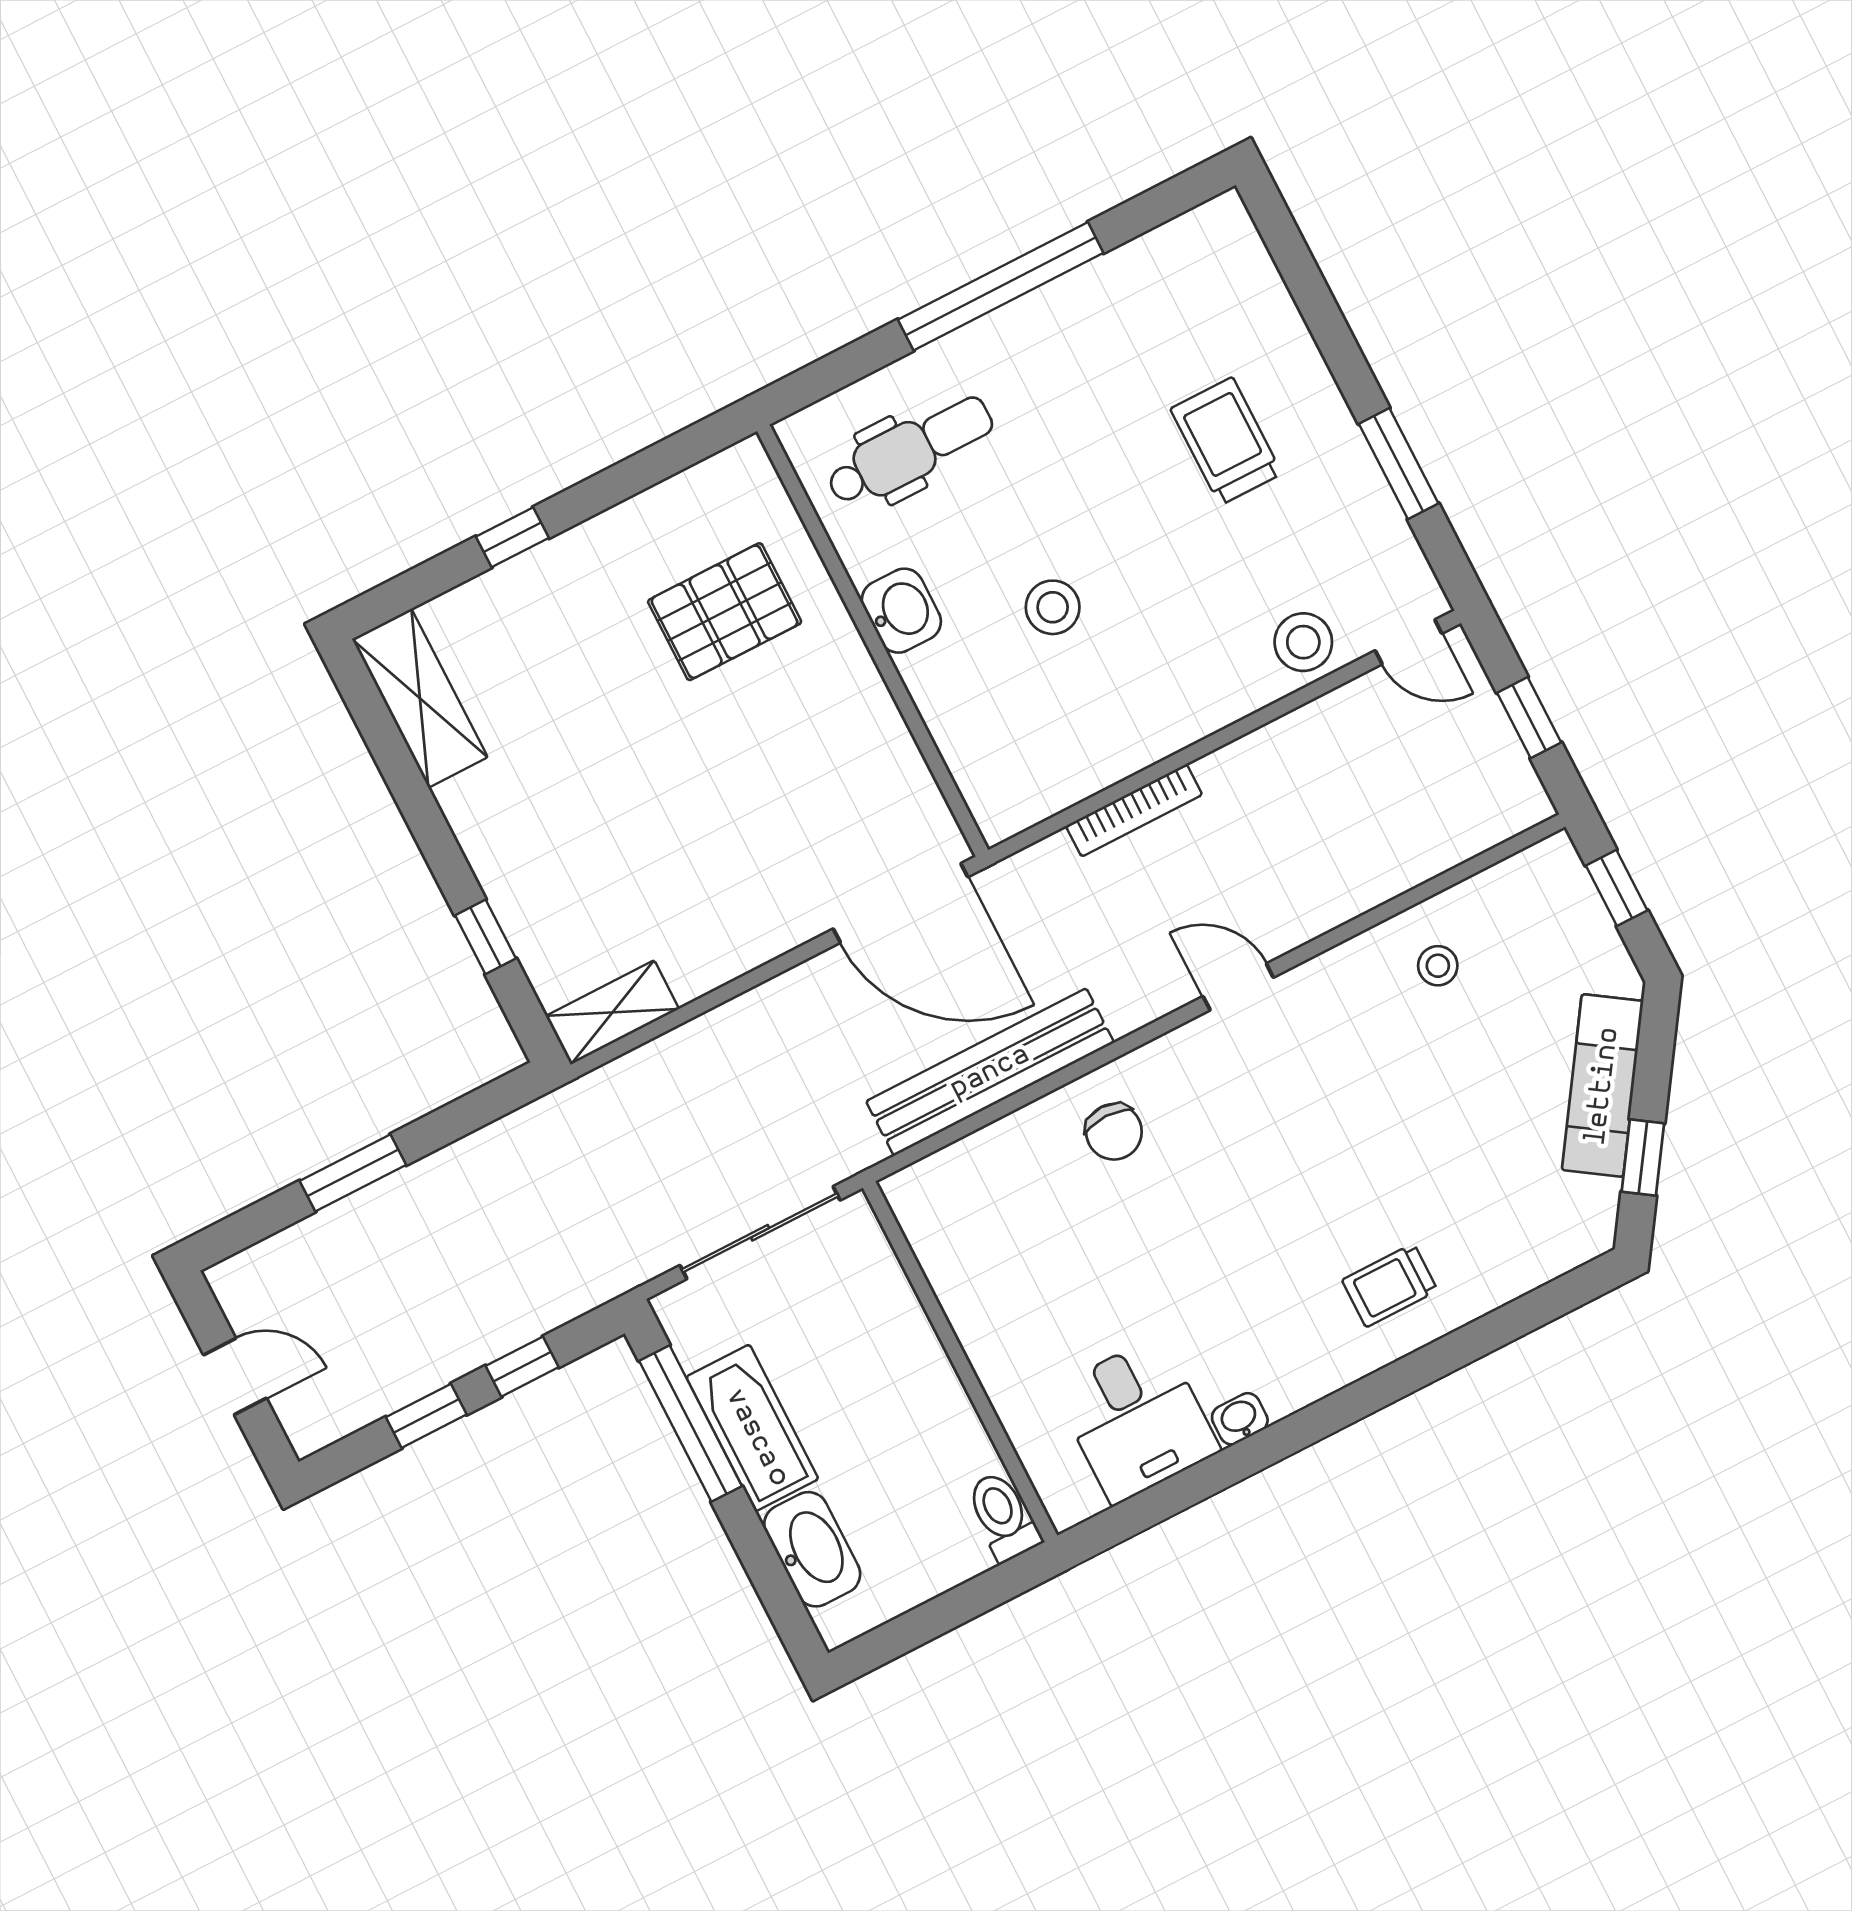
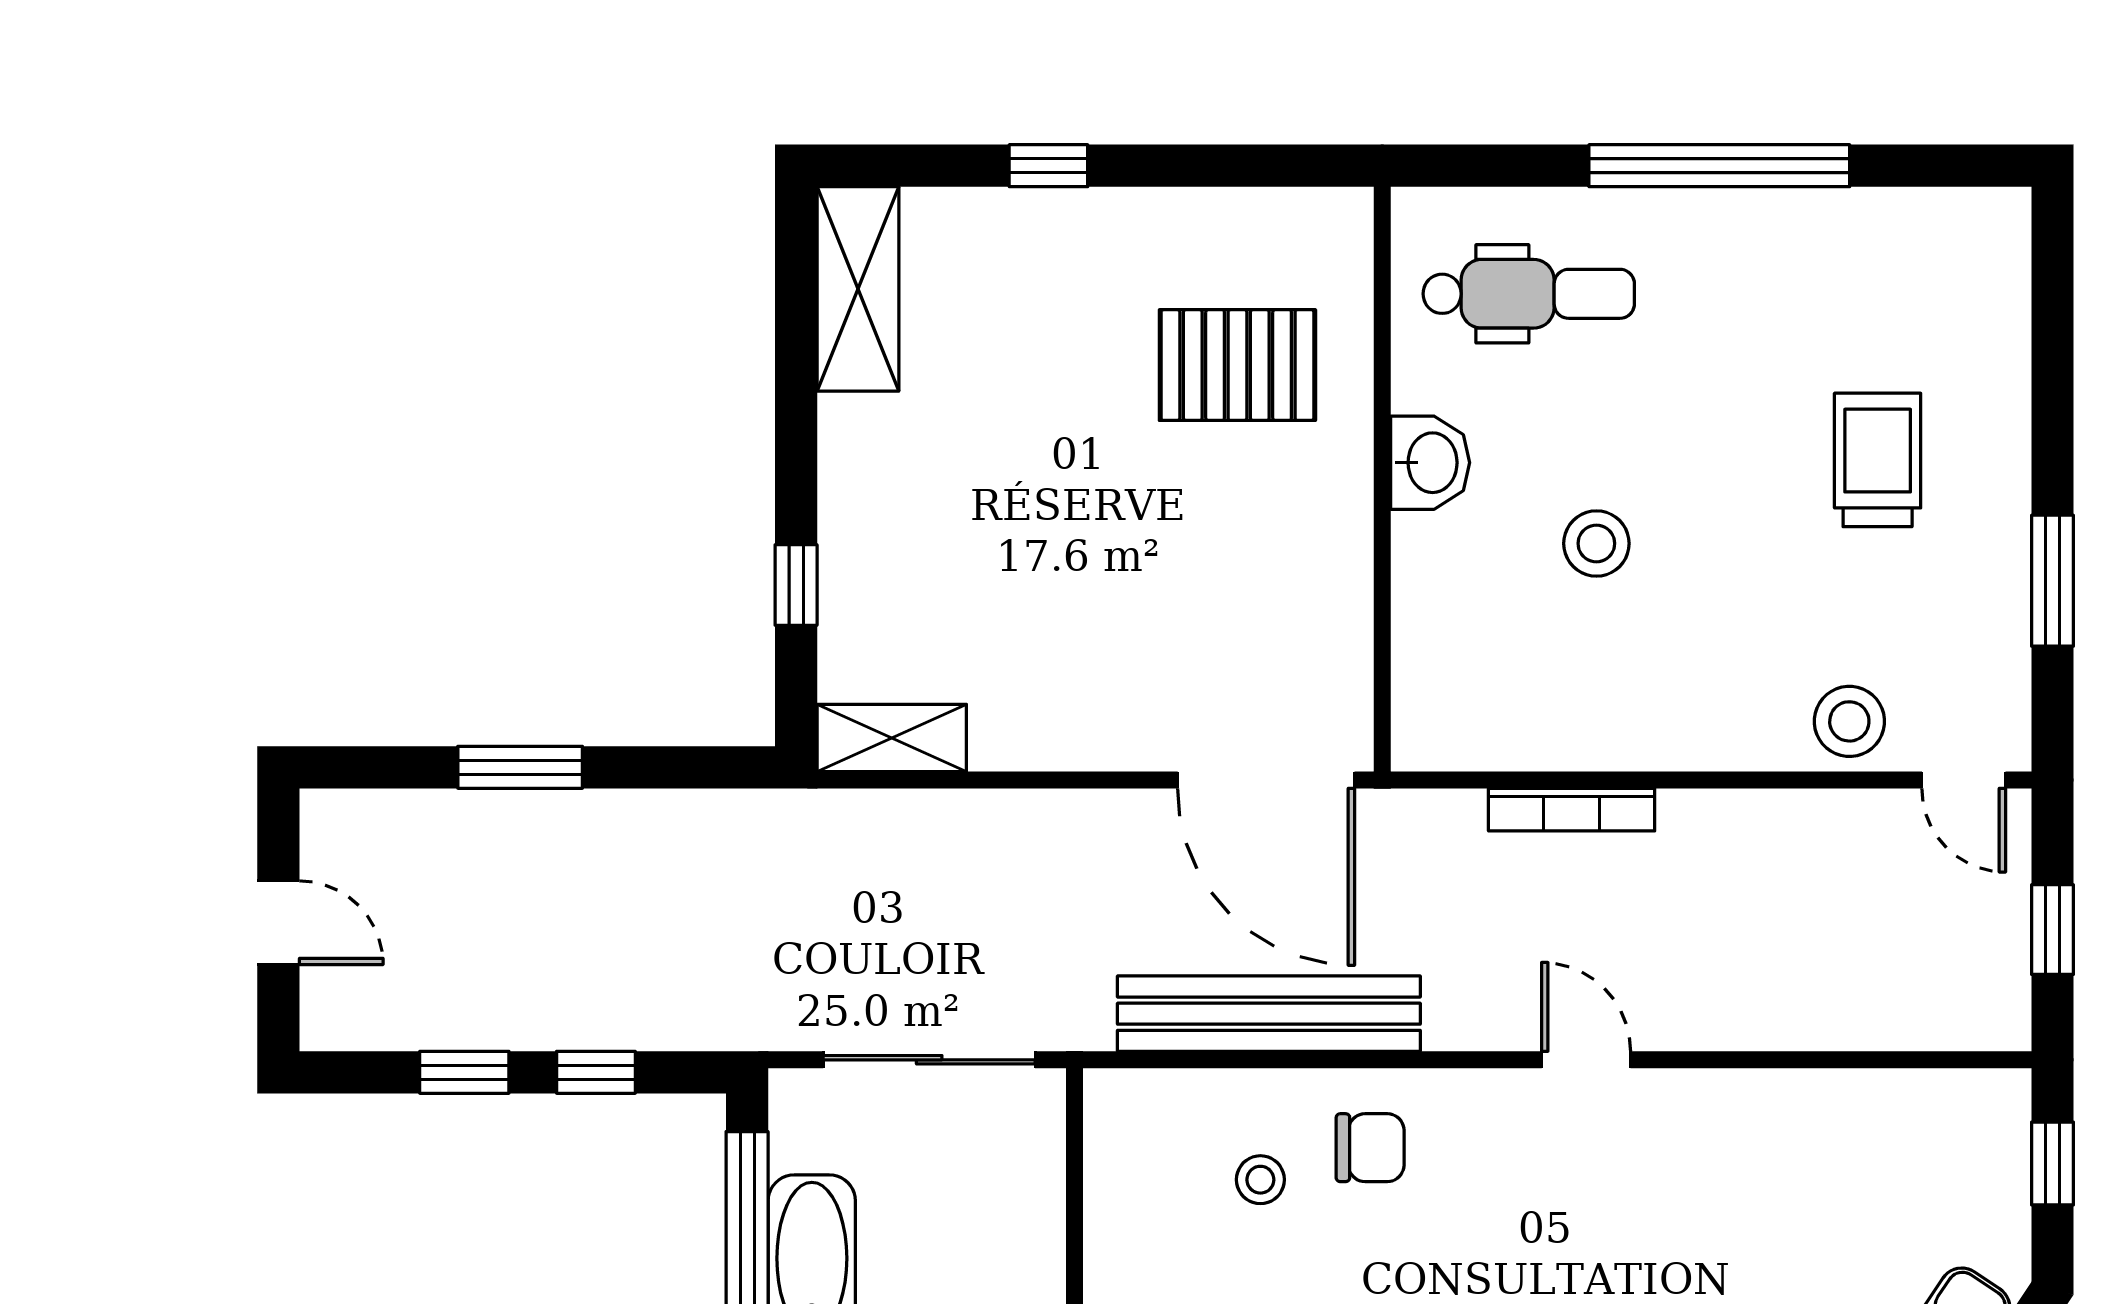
stool: (1438, 966) -> (1260, 1180), moved
chair: (1114, 1132) -> (1370, 1148), turned -90

